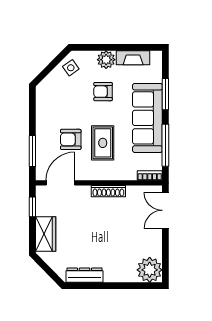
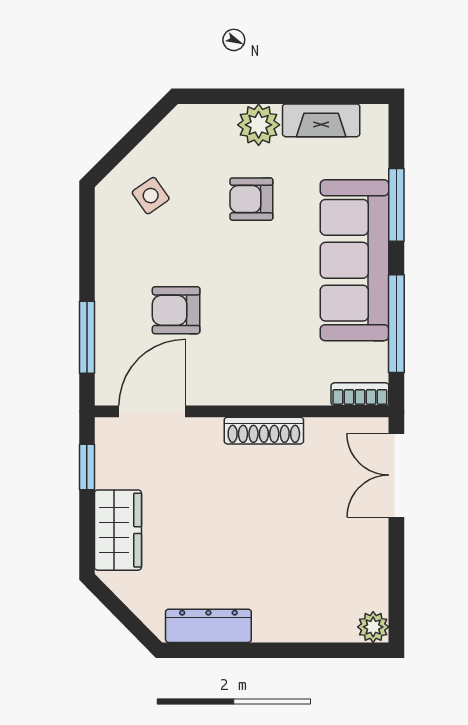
side table: (71, 68) -> (151, 196), moved
rug: (103, 143) -> (251, 318), removed
plant: (150, 270) -> (373, 627), width x0.53, depth x0.53

